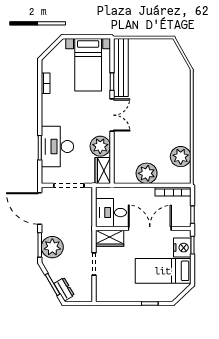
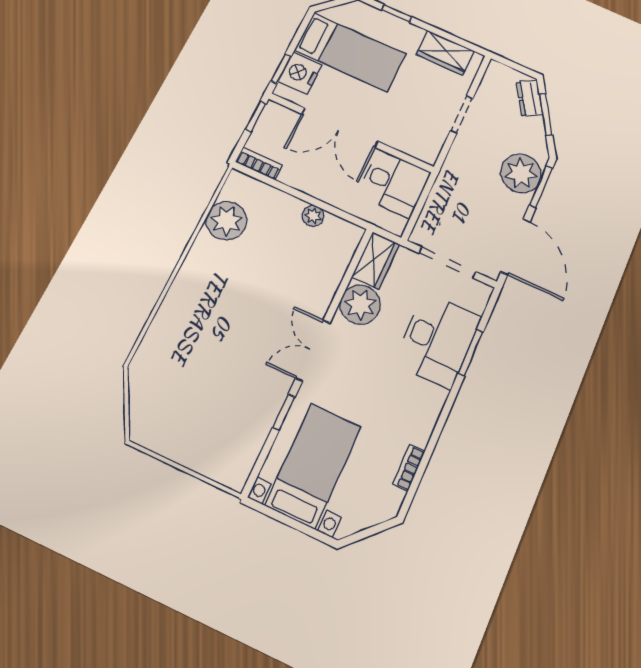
bench: (121, 68) -> (254, 431), removed
plant: (147, 173) -> (313, 216), width x0.53, depth x0.53
bookcase: (173, 192) -> (259, 164), width x0.64
wardrobe: (110, 238) -> (445, 53), moved, turned 180

